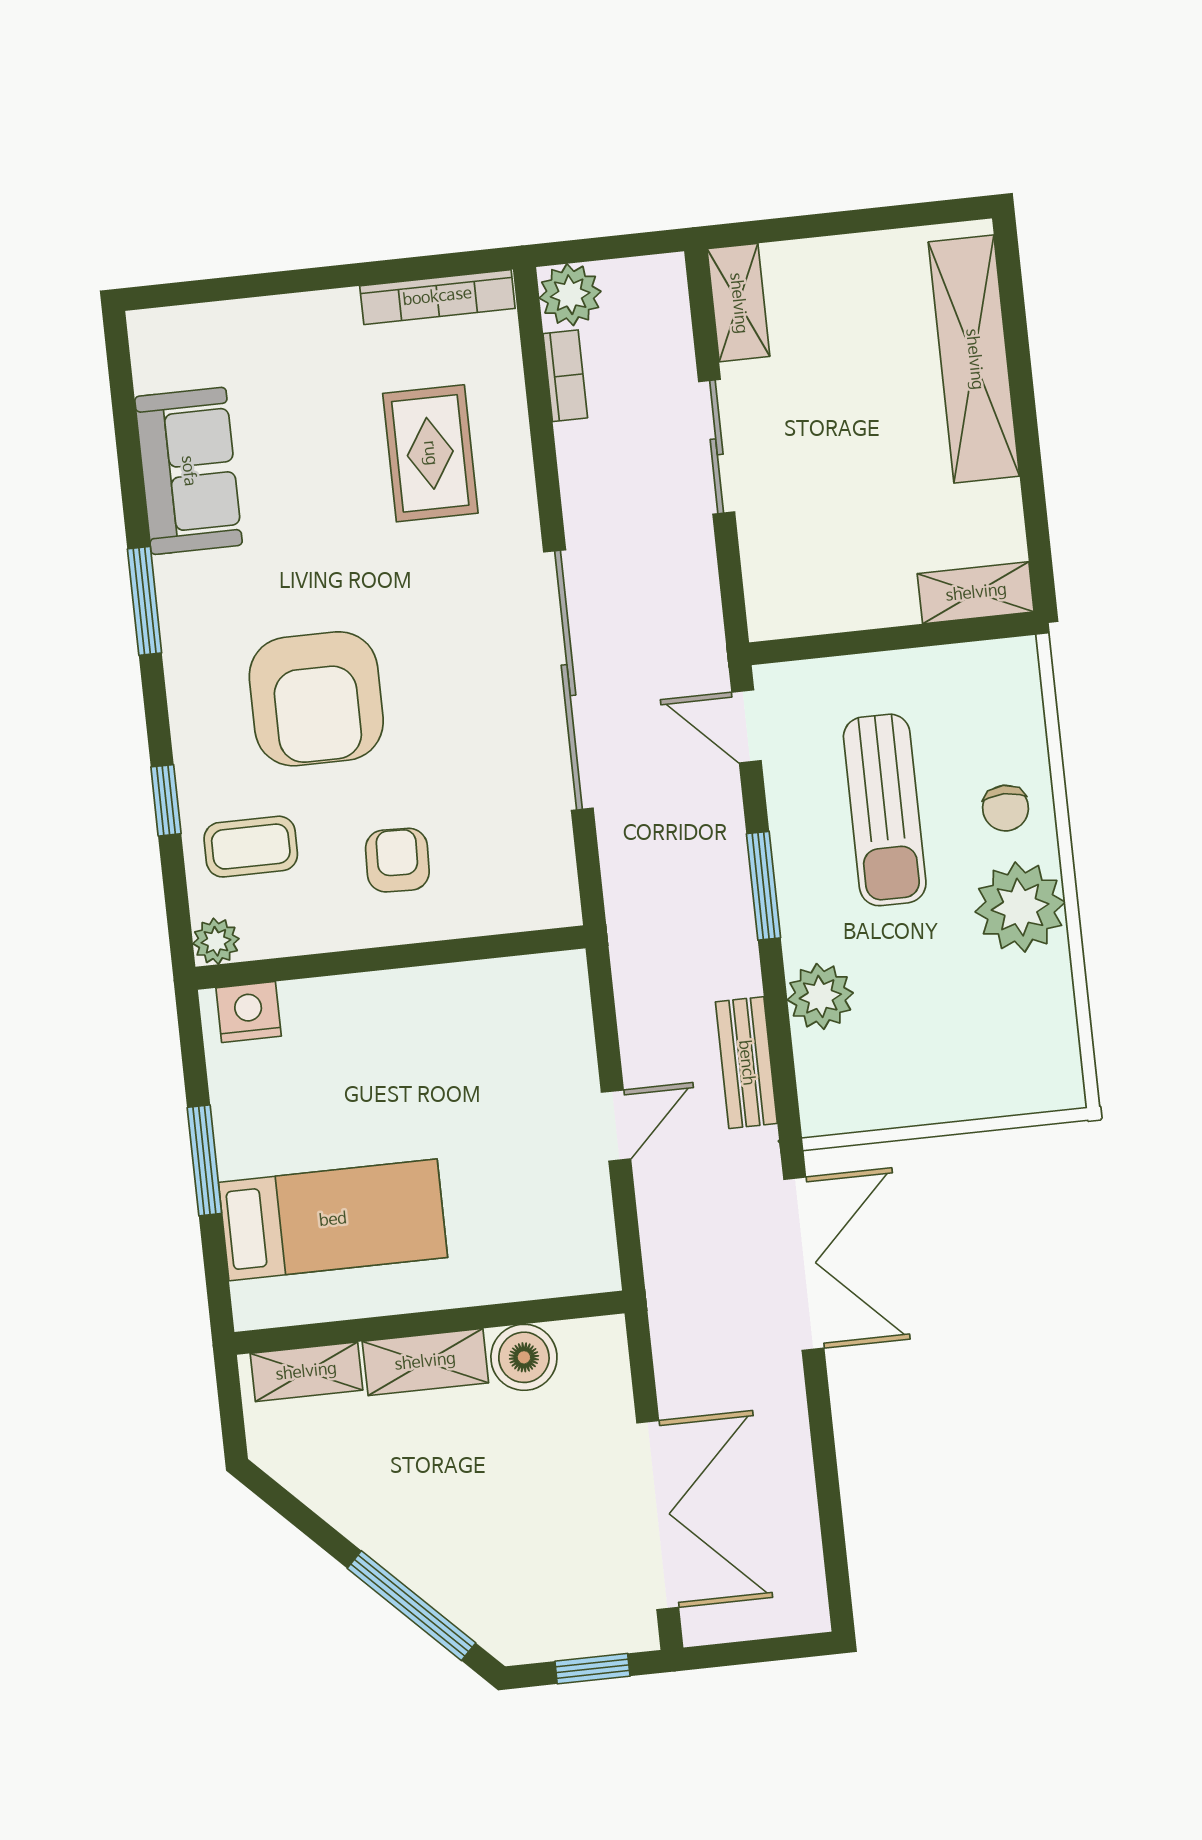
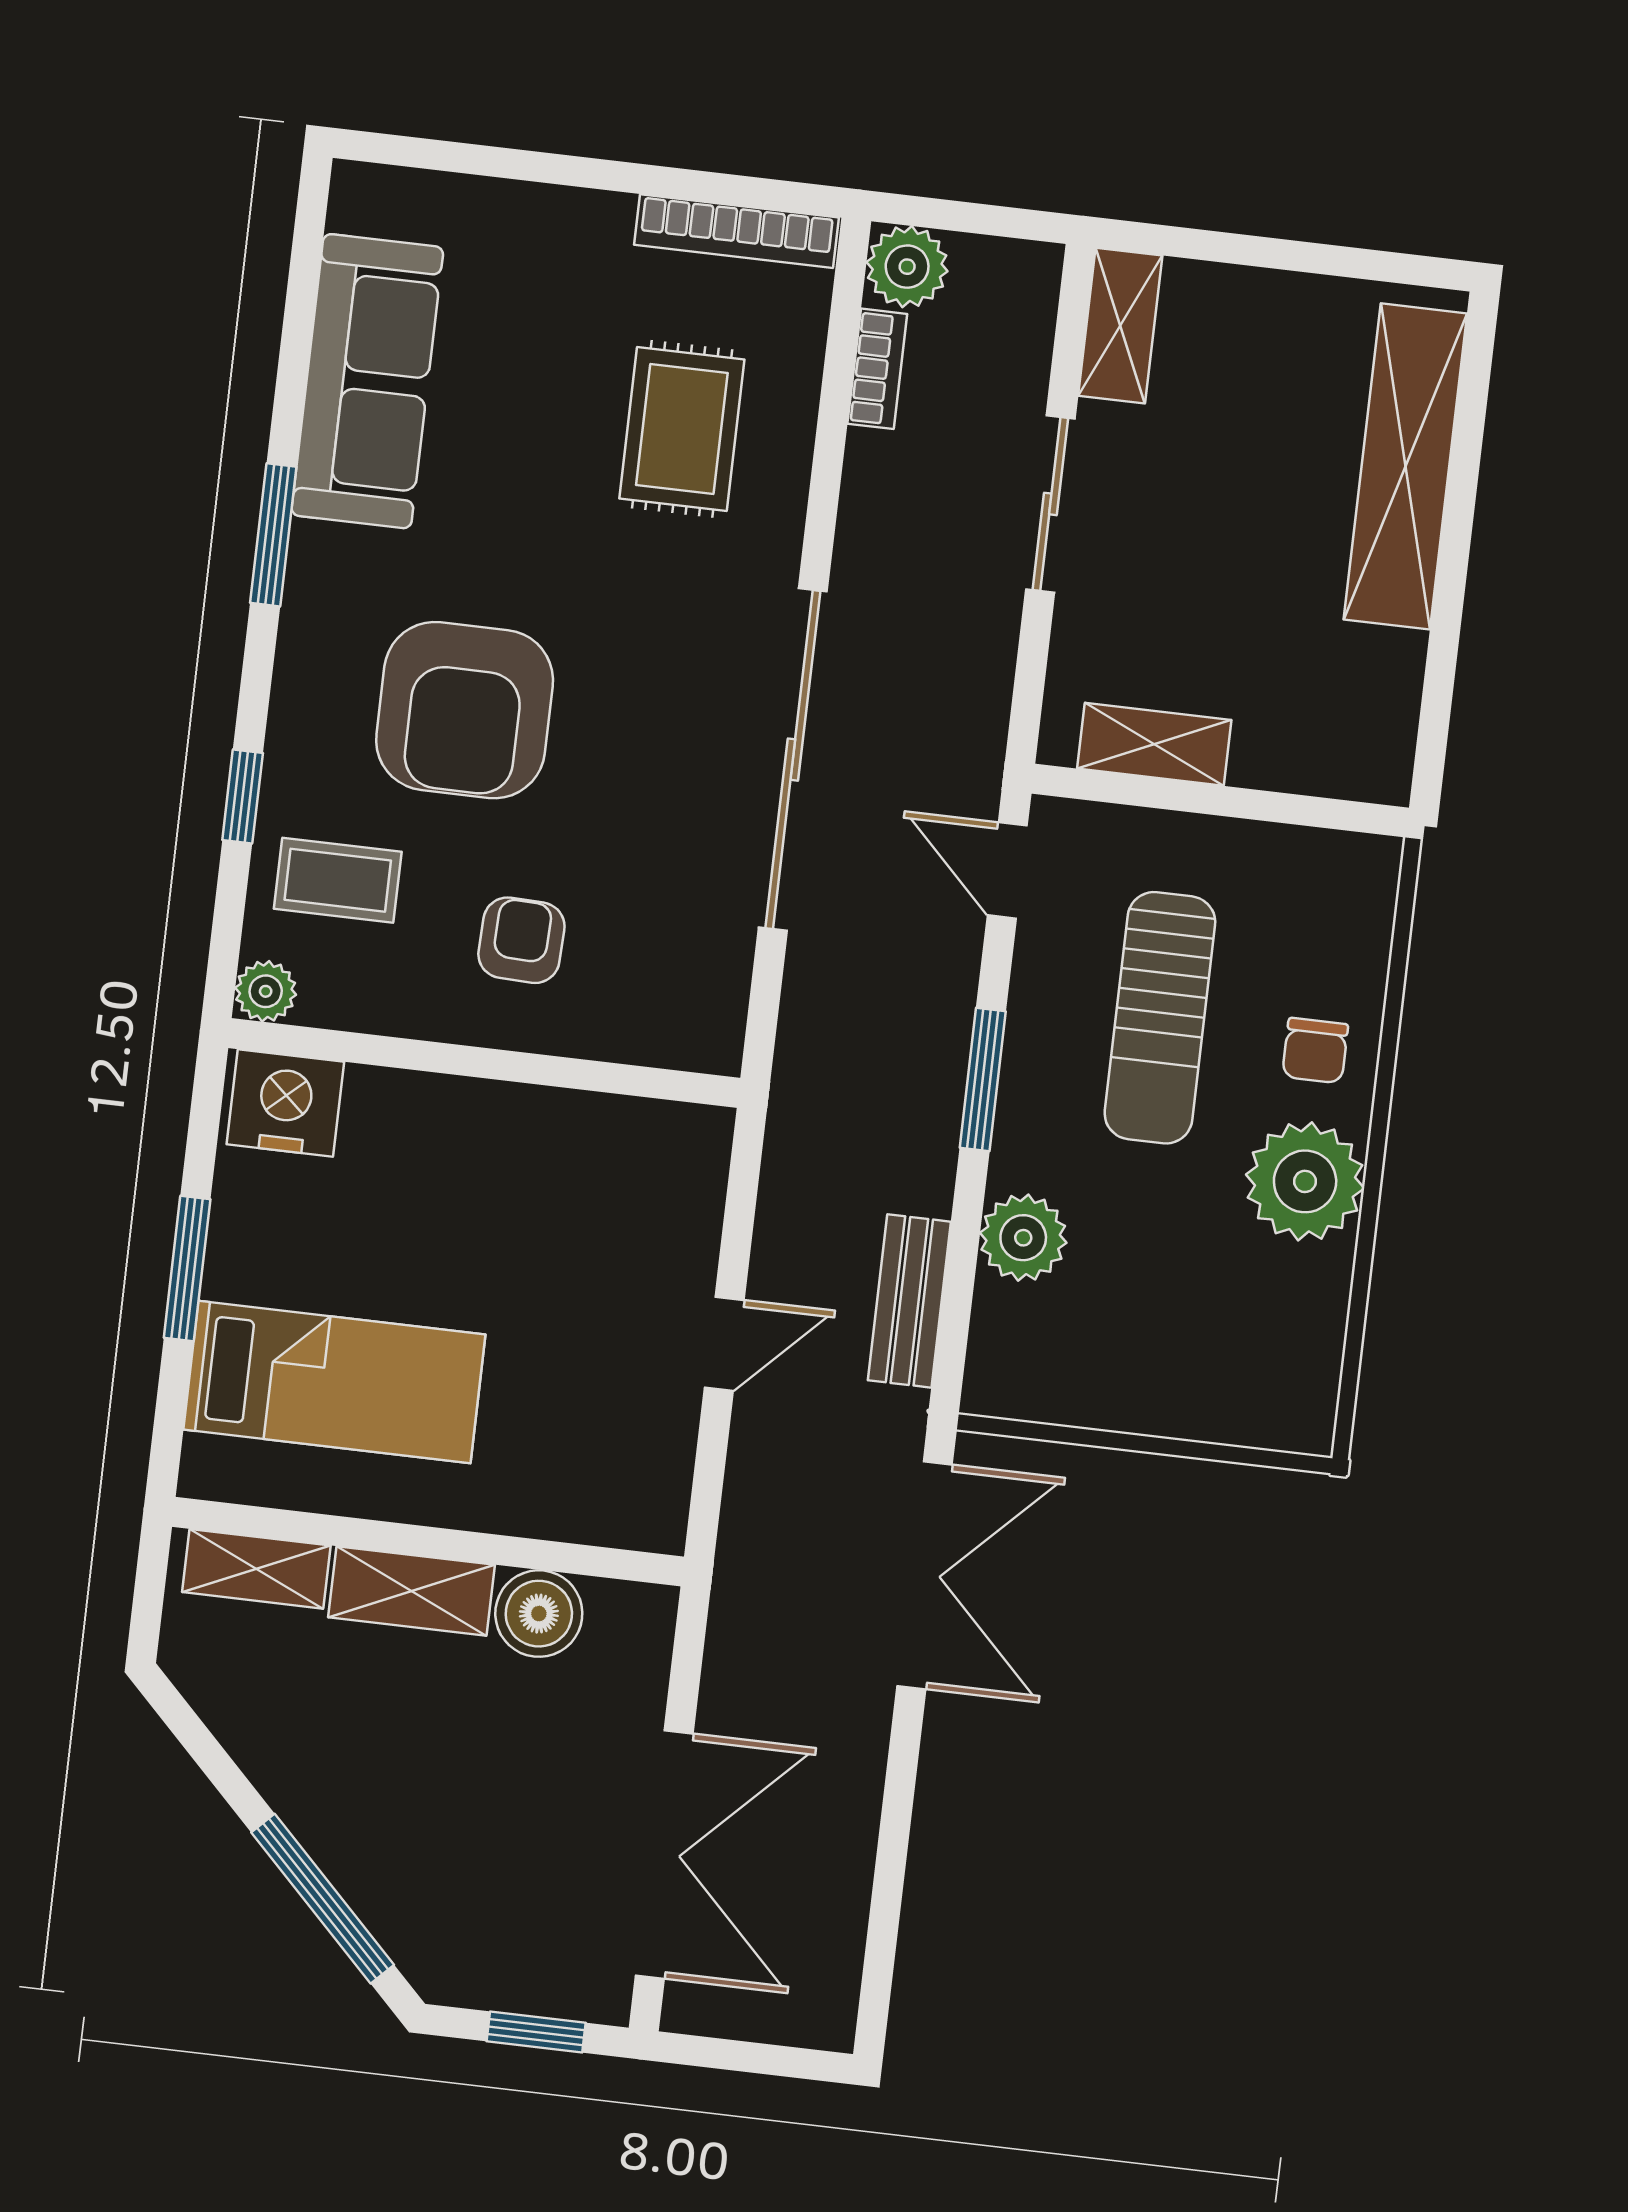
sofa: (188, 471) -> (367, 381), width x1.36
shelving: (976, 593) -> (1154, 744), moved
nightstand: (249, 1012) -> (285, 1103), width x1.36, depth x1.33

